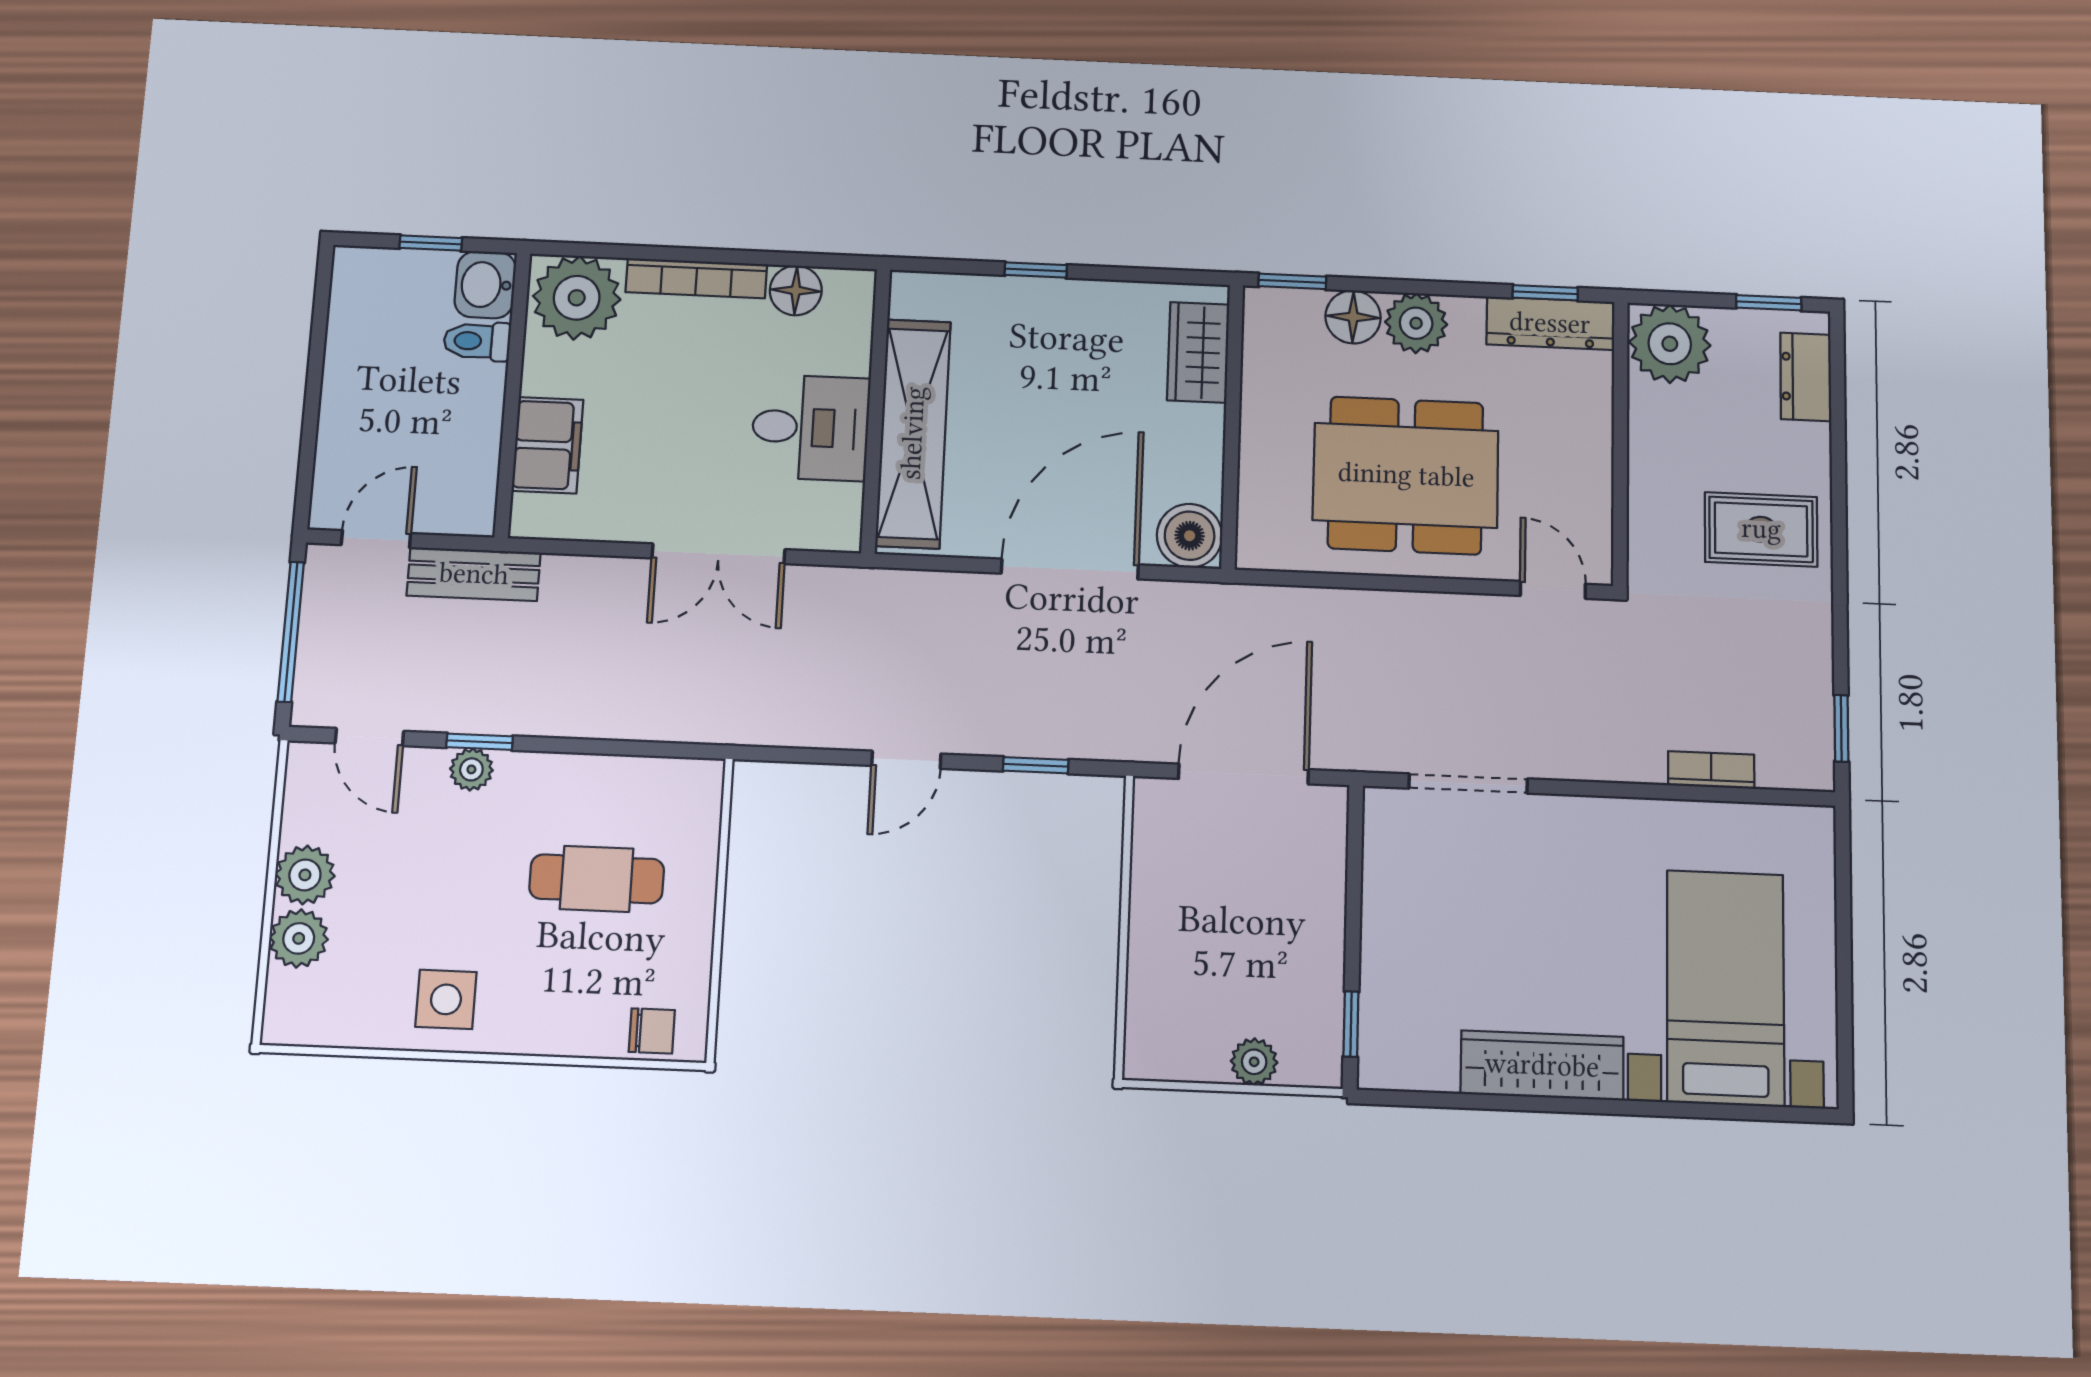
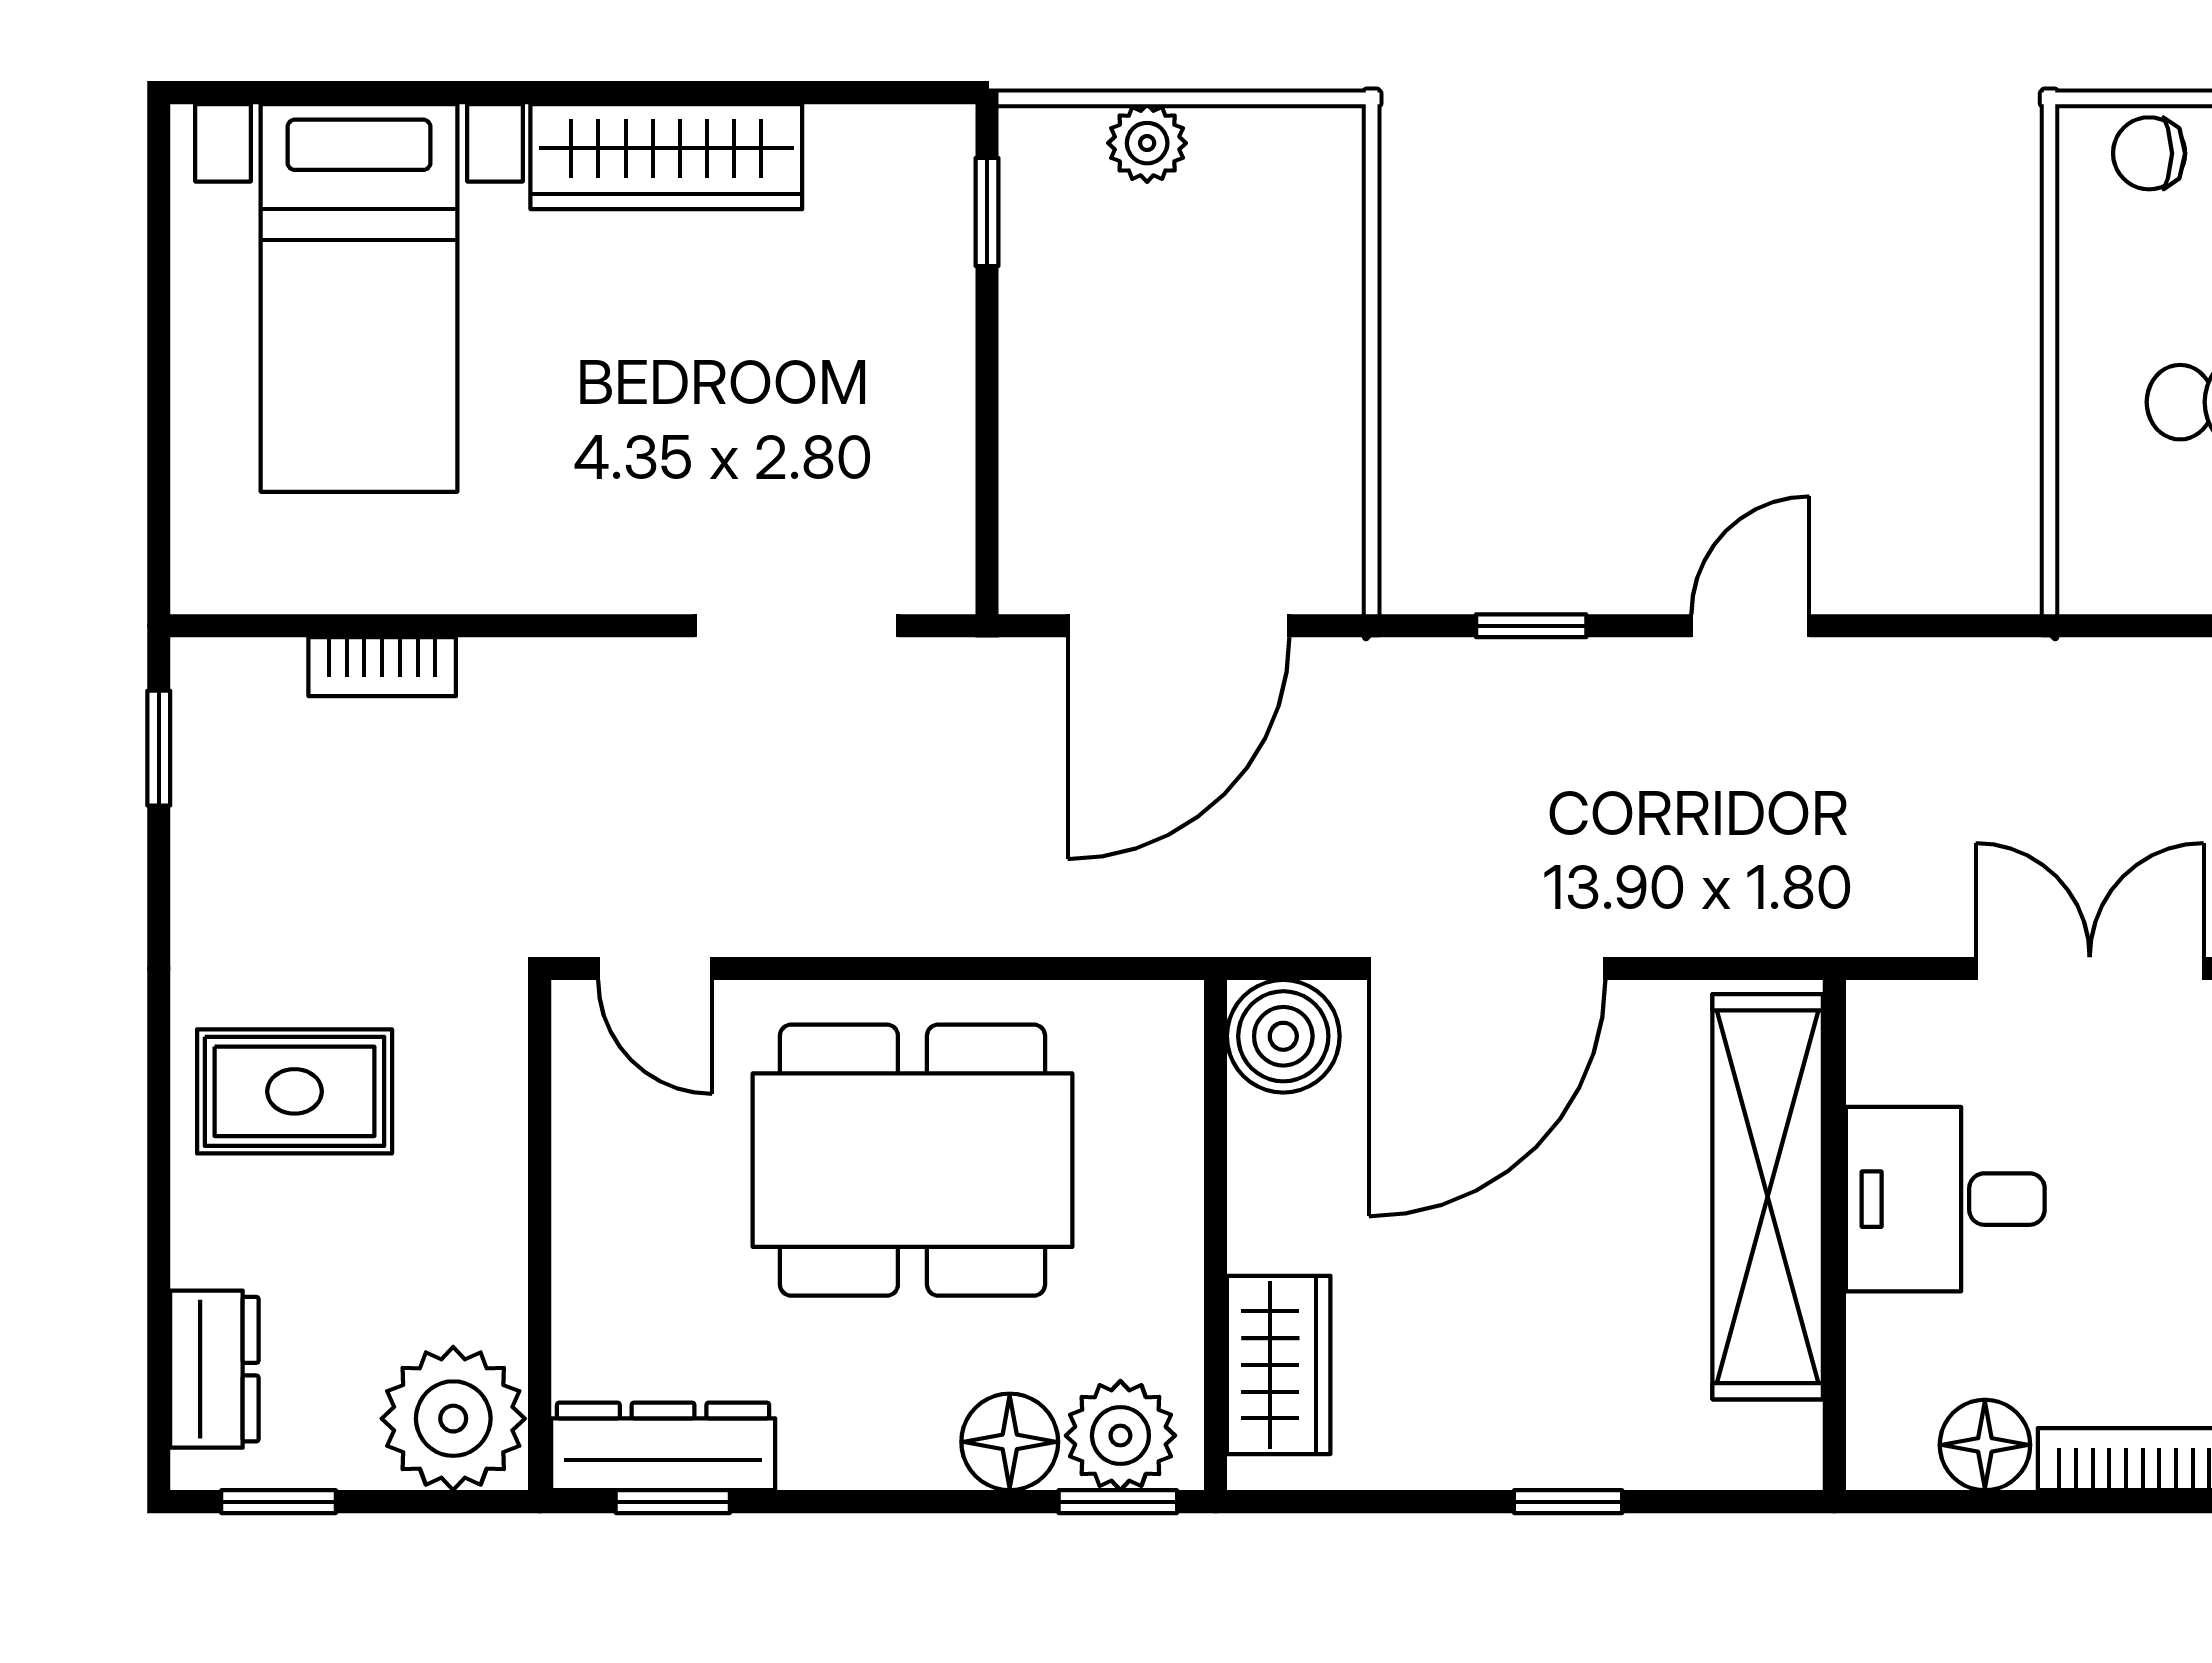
plant: (1416, 323) -> (1120, 1436), moved

